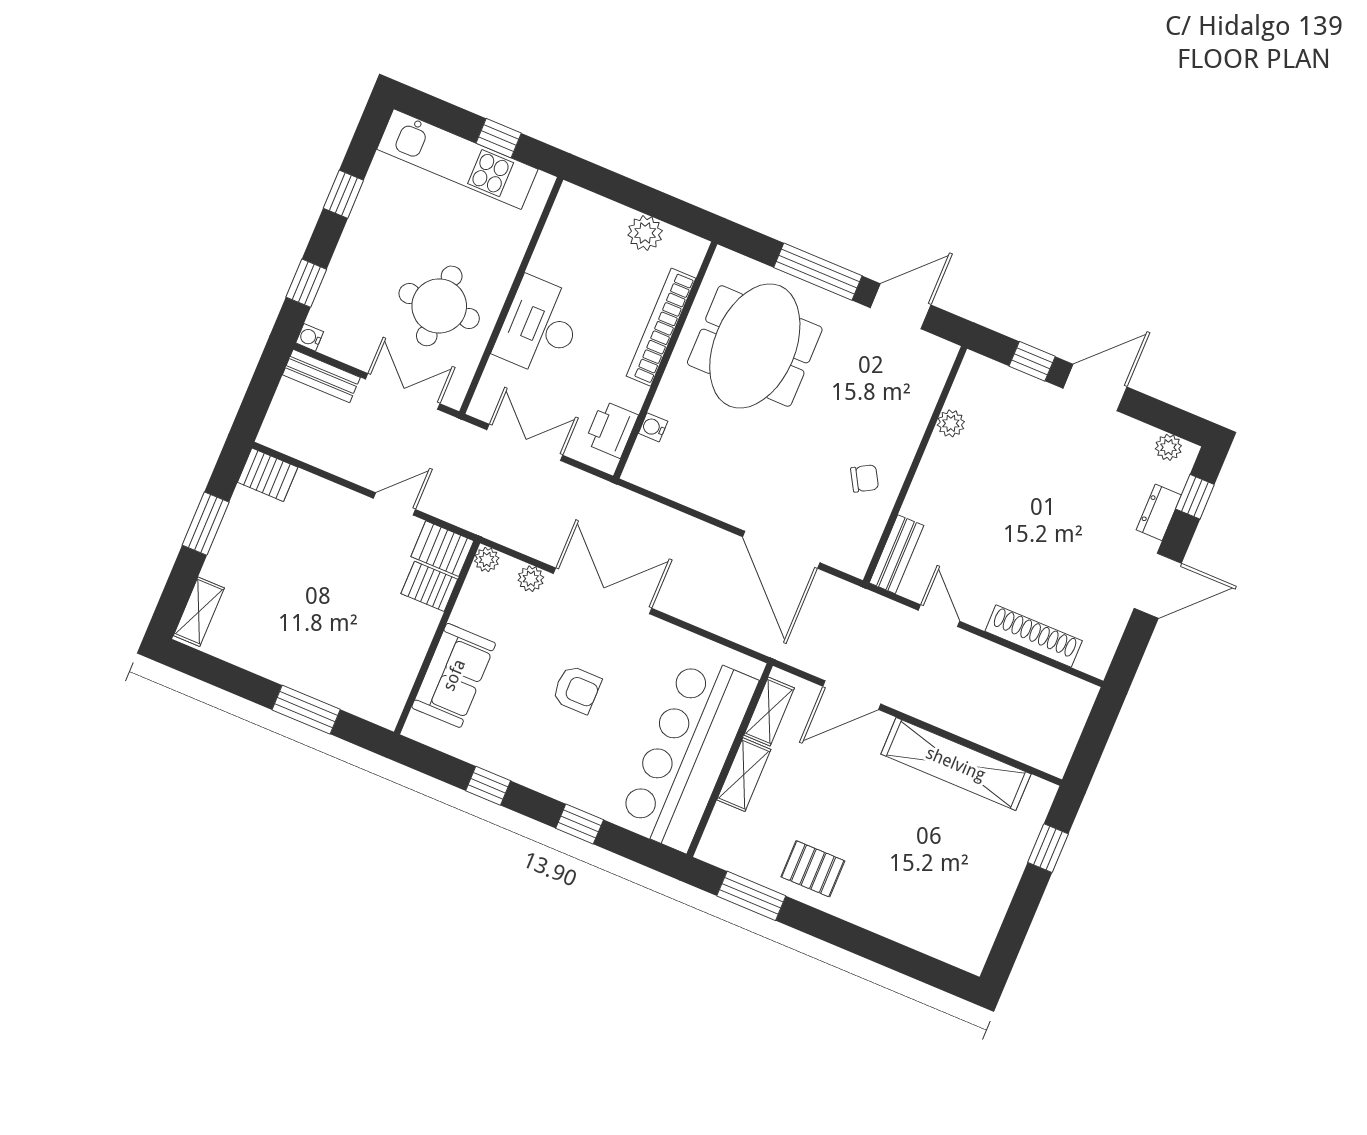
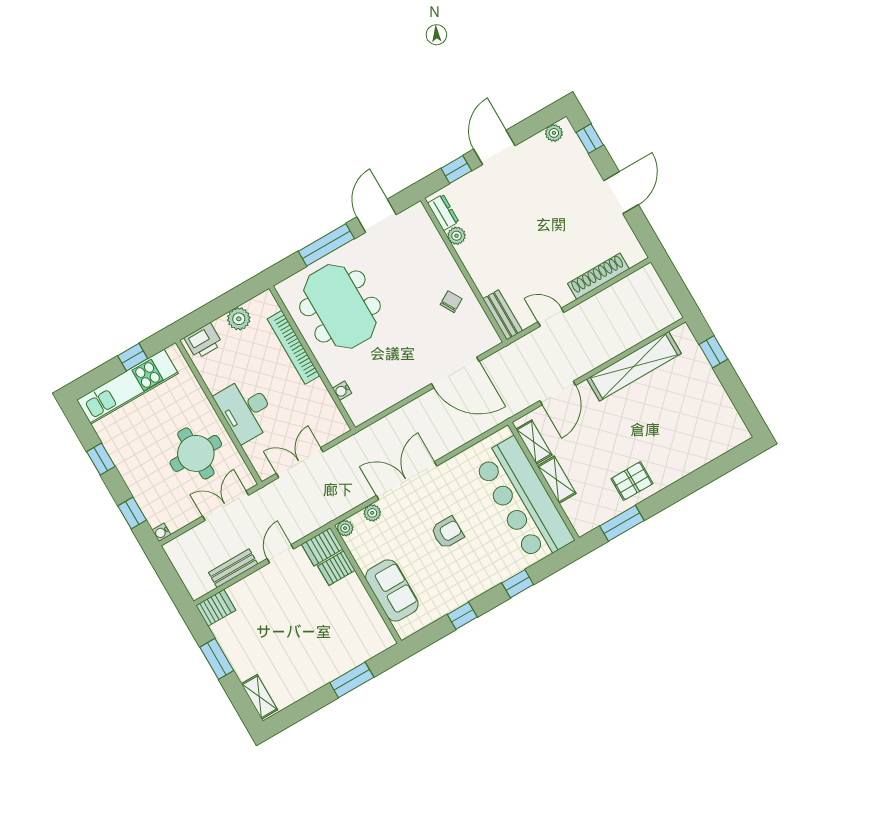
bench: (321, 376) -> (233, 568), moved
printer: (611, 429) -> (203, 341), moved, turned -90
dresser: (1159, 512) -> (443, 212), moved, turned 180

